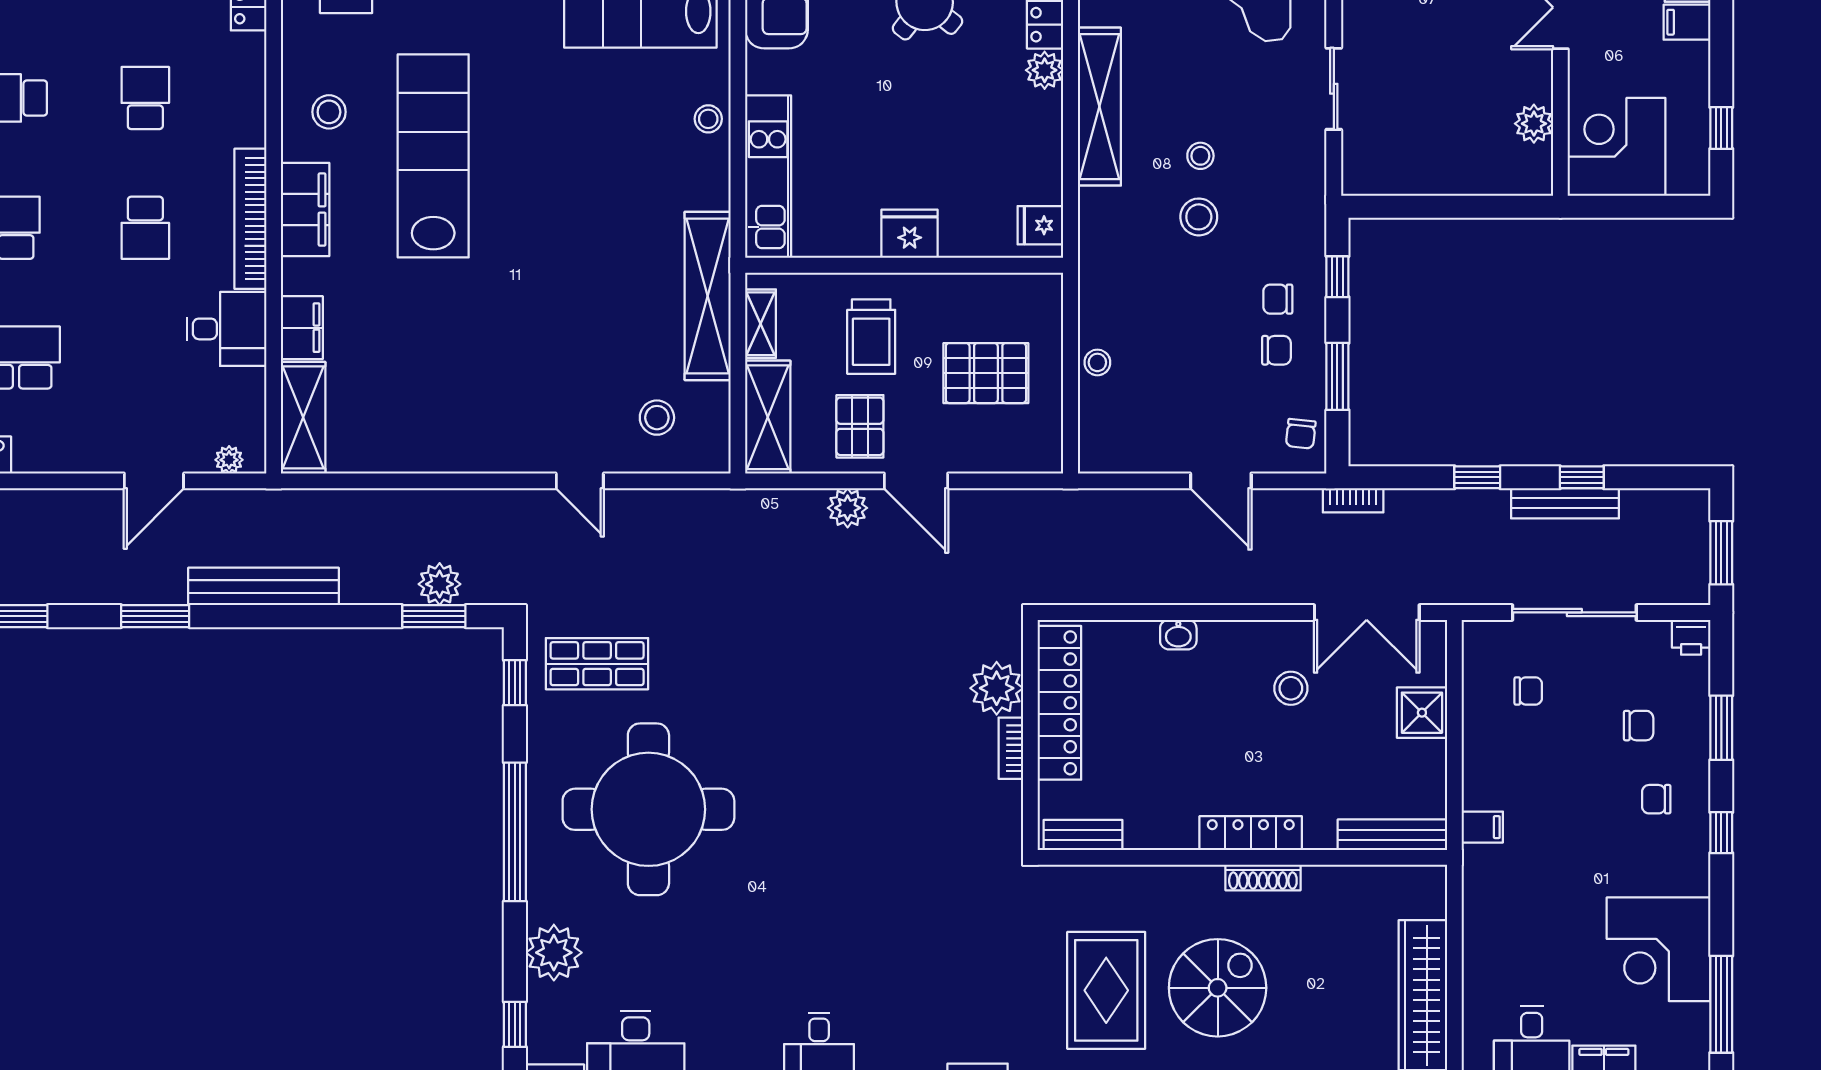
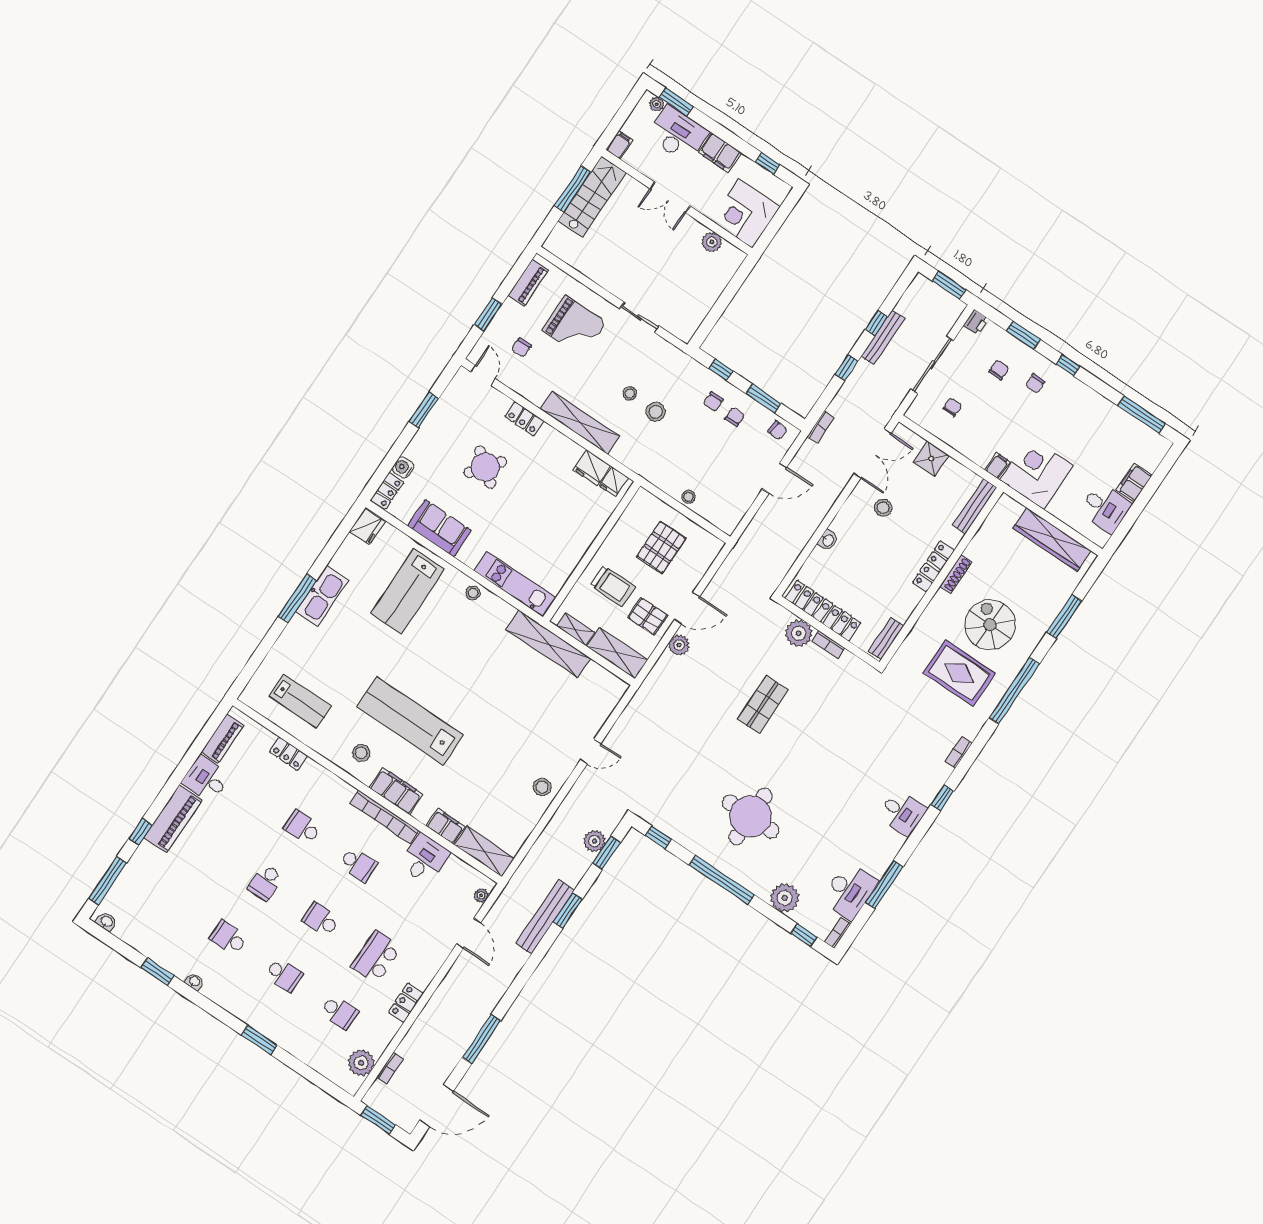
filing cabinet: (1687, 22) -> (720, 153), width x2.00
plant: (1045, 70) -> (549, 436), removed
fridge: (910, 234) -> (592, 468), moved, turned -90
stool: (657, 418) -> (542, 787), moved
window: (155, 616) -> (568, 911), moved
shop shelf: (597, 664) -> (763, 704), moved
round table: (648, 809) -> (751, 817), width x0.73, depth x0.73
corner desk: (1658, 949) -> (1036, 473), moved, turned 180

